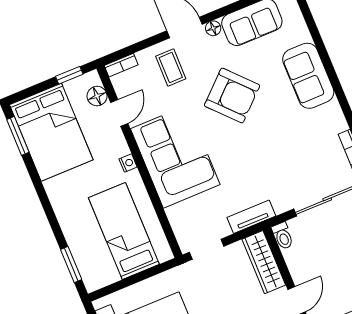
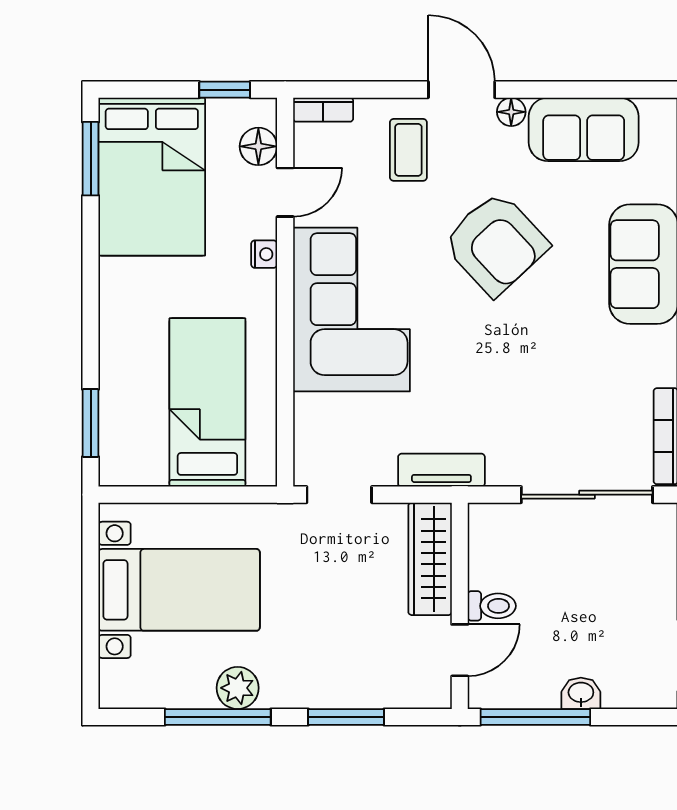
nightstand: (128, 163) -> (264, 254), moved
toilet: (283, 236) -> (492, 606), moved, turned -90

